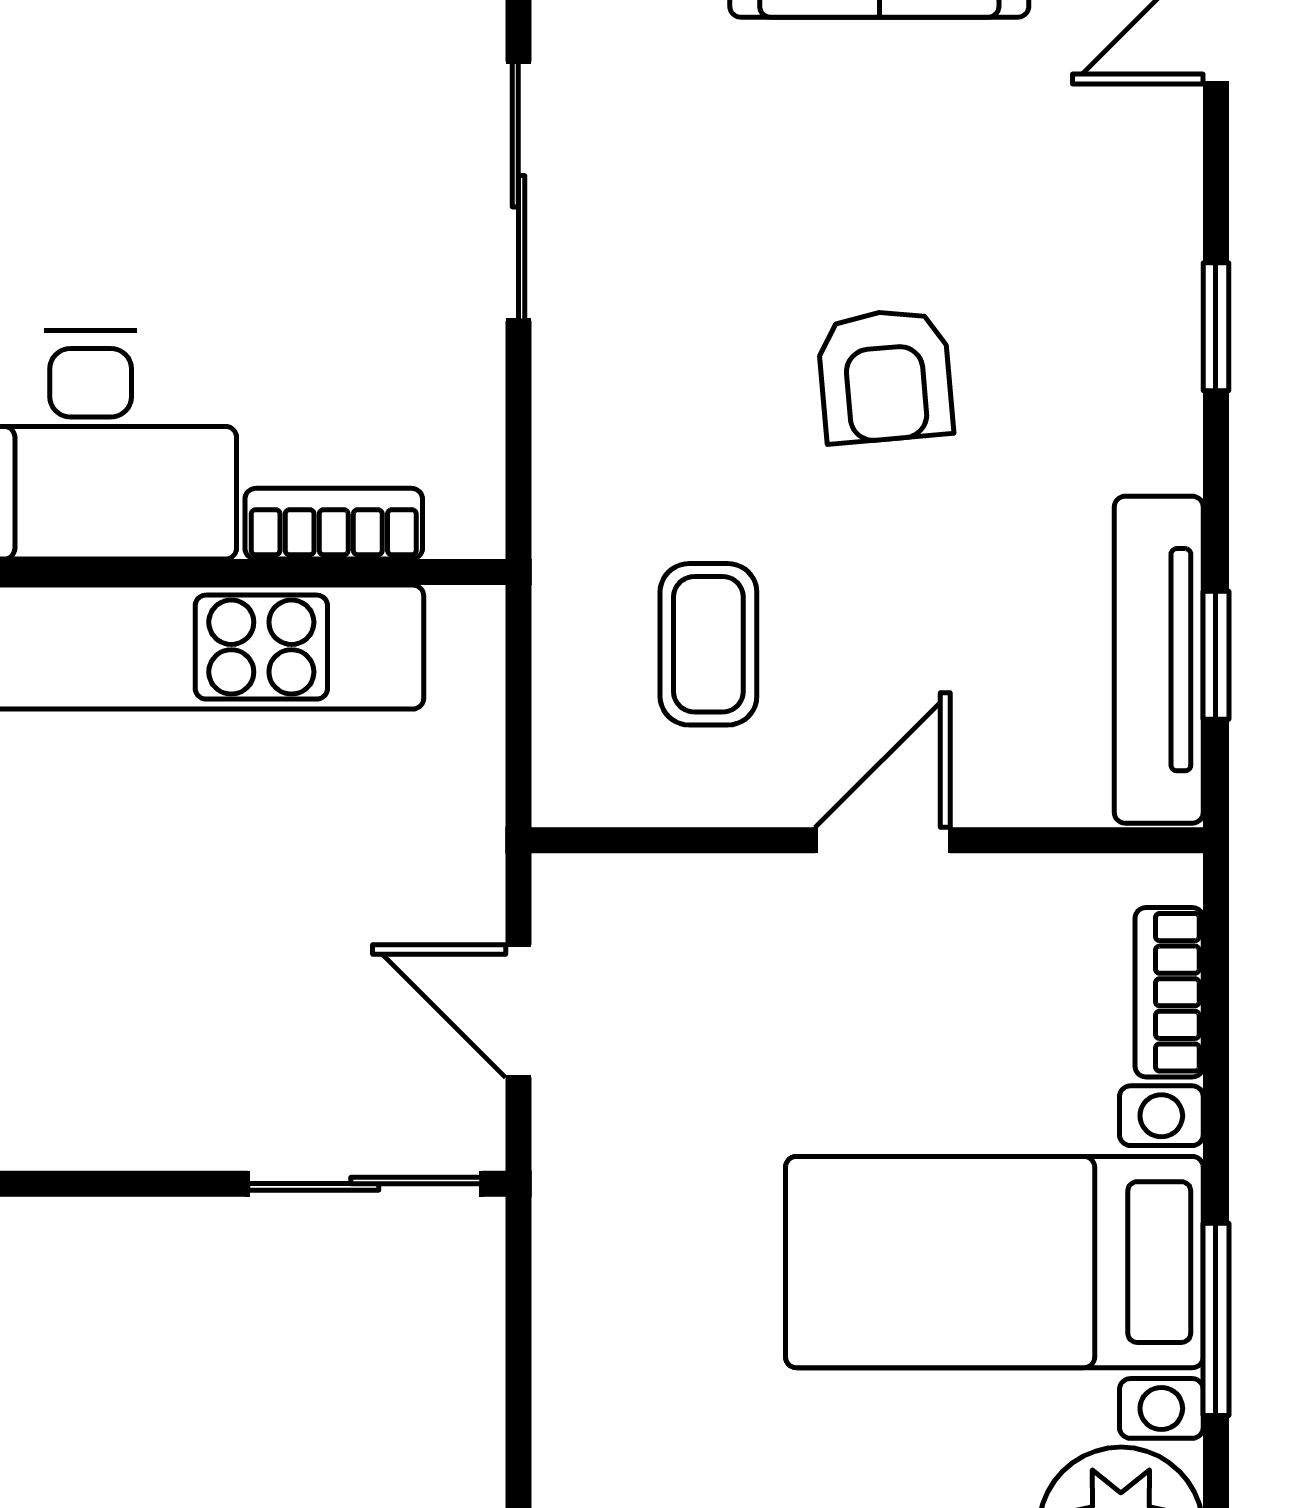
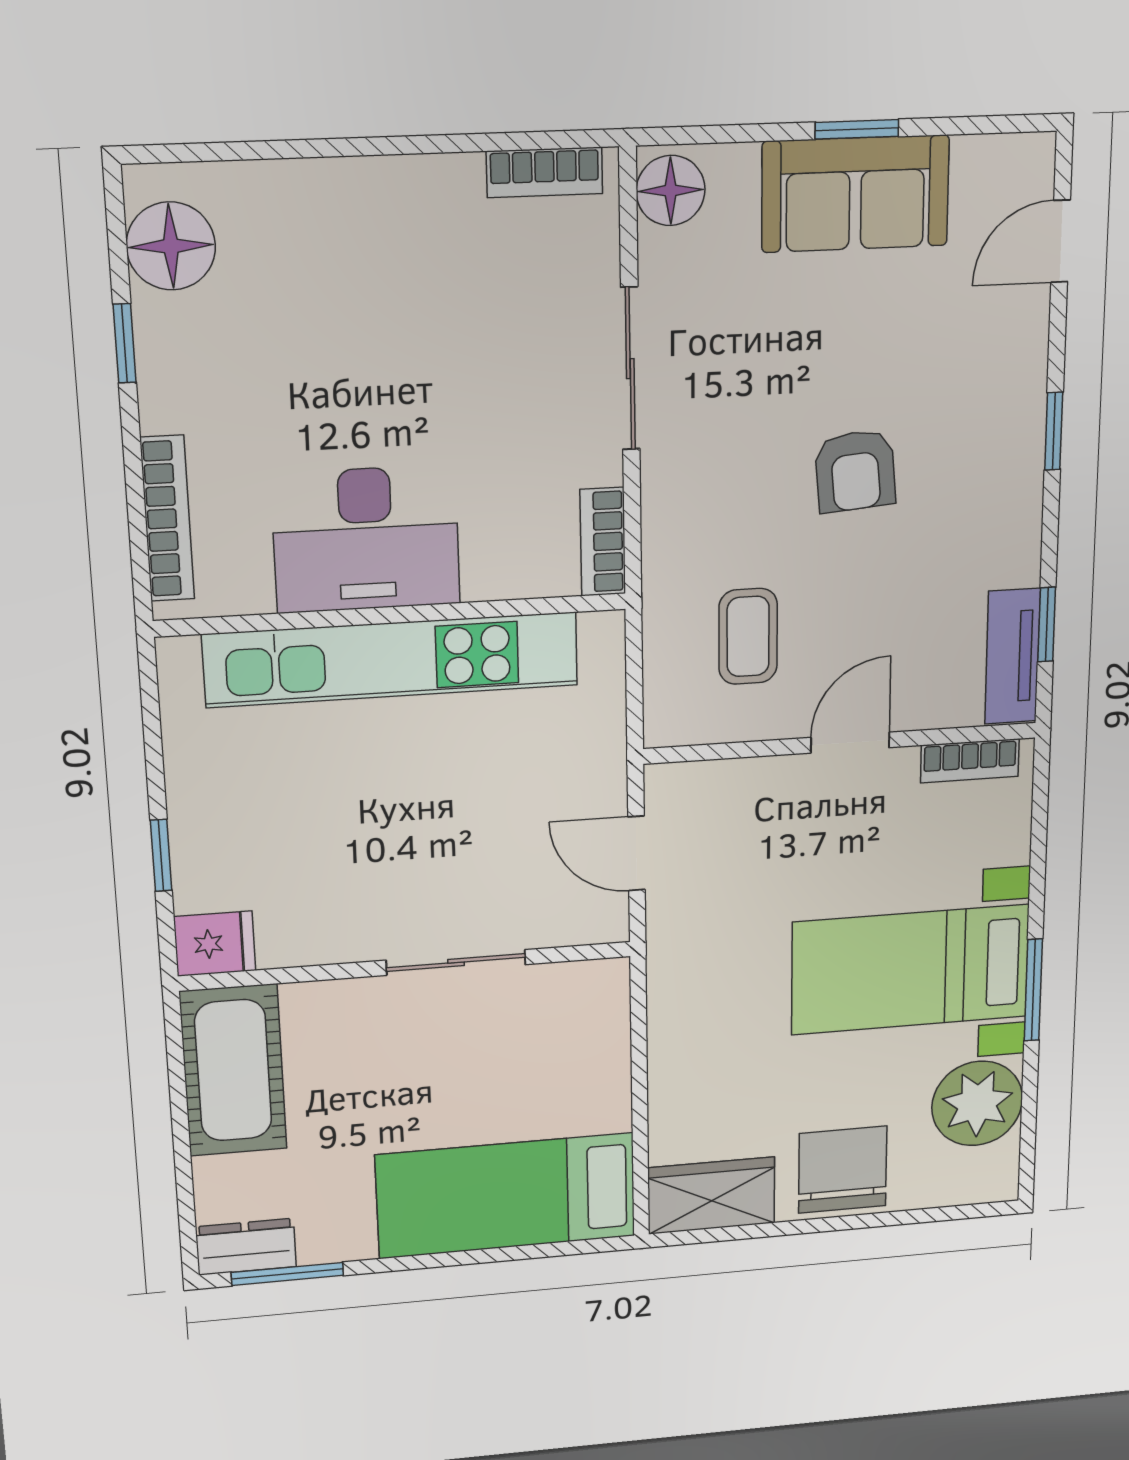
bookcase: (334, 524) -> (603, 542), moved, turned -90
tv unit: (1159, 660) -> (1012, 656), width x0.71
bookcase: (1169, 992) -> (970, 761), moved, turned -90
sliding door: (365, 1184) -> (456, 962), moved

